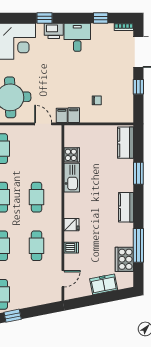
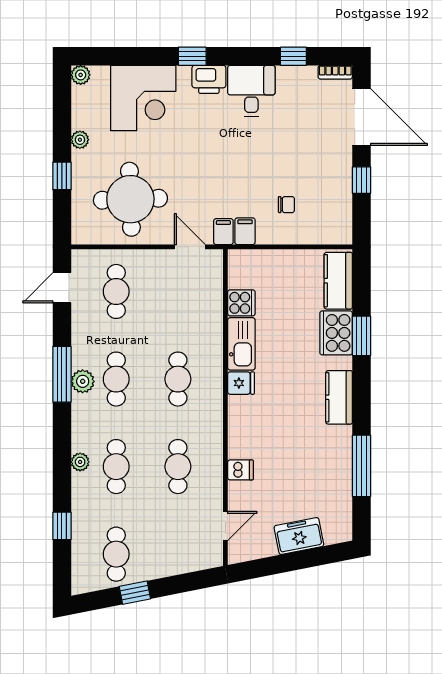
fridge: (72, 225) -> (241, 383), moved
cooker: (124, 259) -> (336, 333), moved

